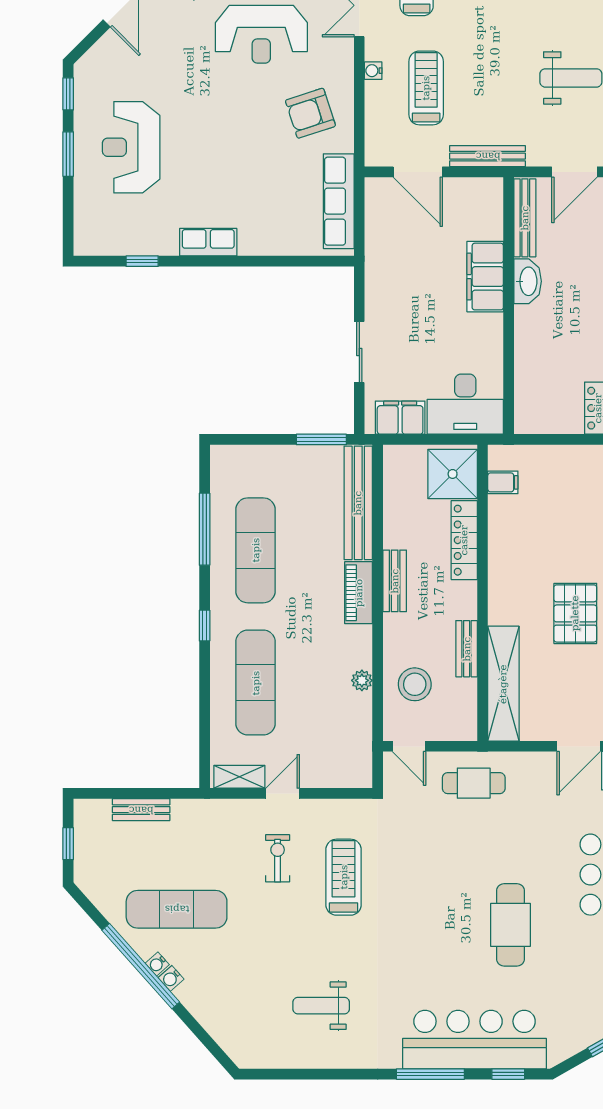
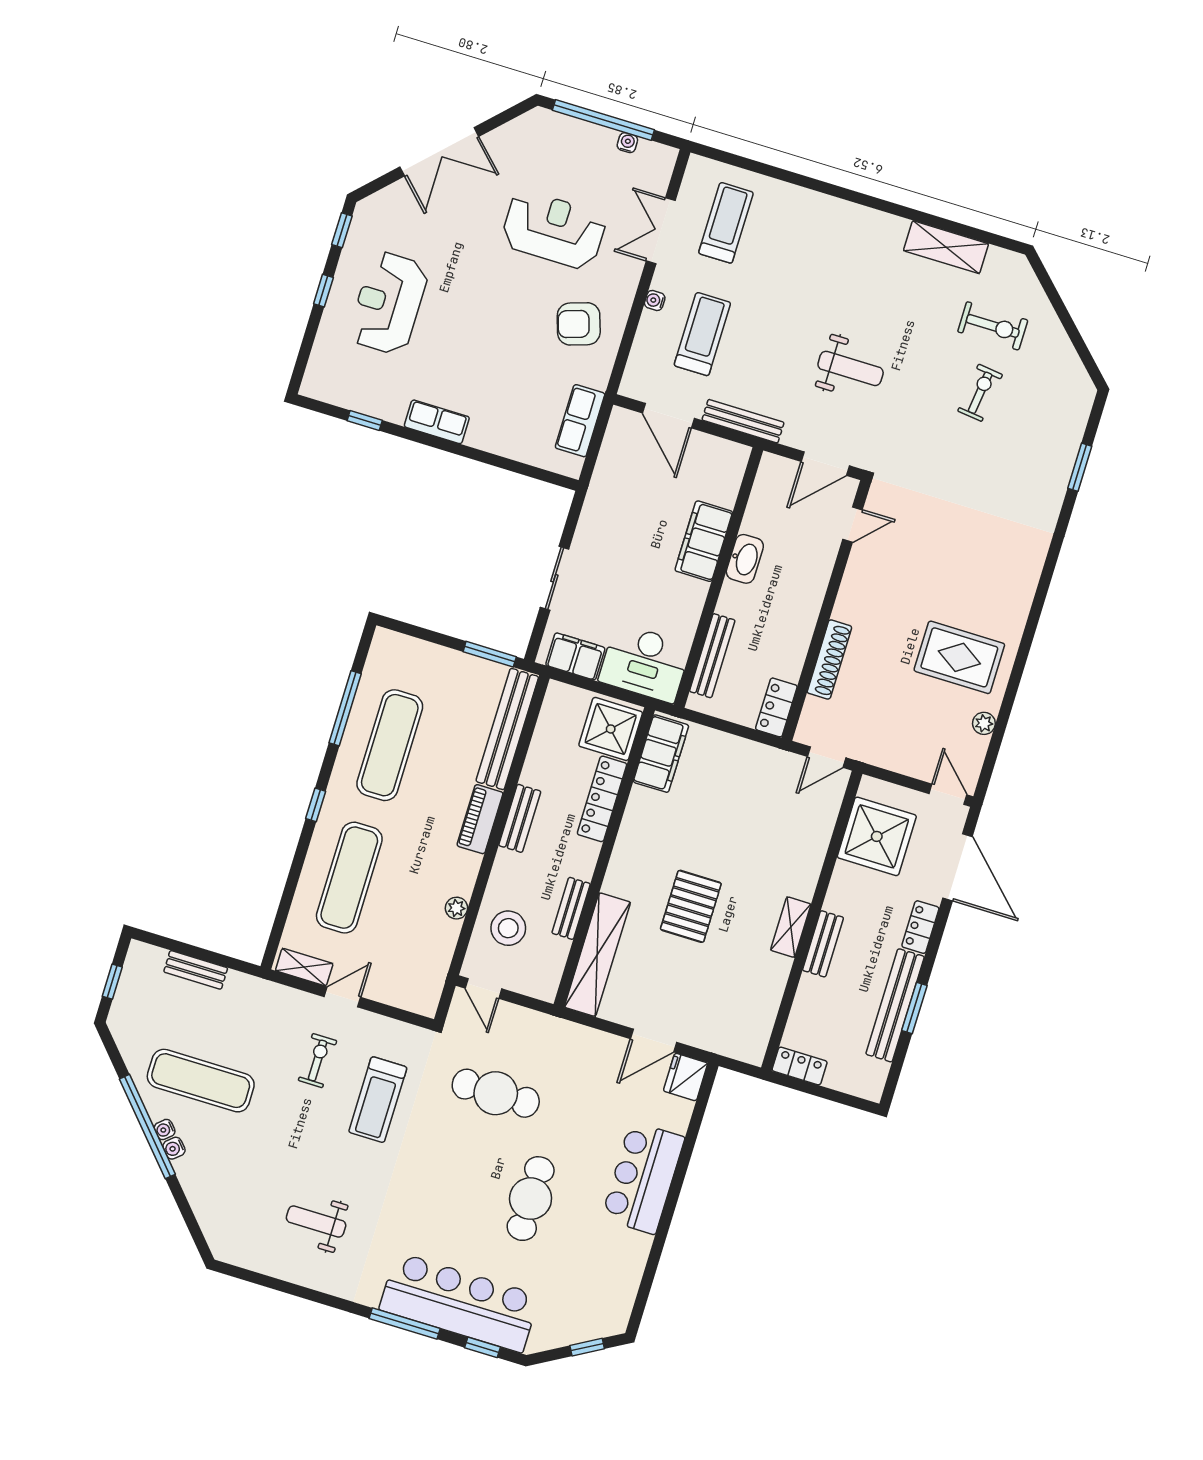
reception desk: (261, 34) -> (554, 230), turned 180
window: (68, 154) -> (323, 291), width x0.67
row of seats: (339, 201) -> (580, 421), width x0.68
bench: (525, 218) -> (712, 656), moved
filing cabinet: (503, 482) -> (661, 754), width x3.00, depth x1.17
cafe table: (474, 783) -> (496, 1093), moved, width x1.37, depth x1.35
treadmill: (344, 877) -> (378, 1100), turned 180

